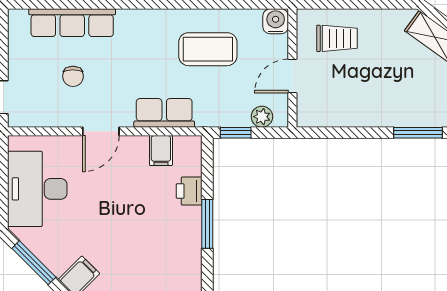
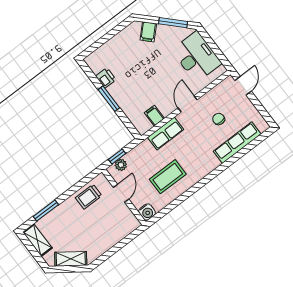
trolley: (337, 38) -> (89, 197), moved
window: (236, 133) -> (117, 157), moved
printer: (189, 191) -> (106, 78), moved

